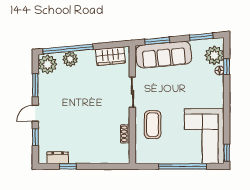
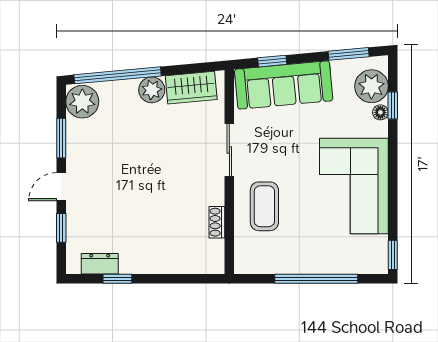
window: (157, 41) -> (272, 61), width x0.67
plant: (70, 59) -> (152, 90), moved
corner sofa: (204, 136) -> (354, 186), moved

